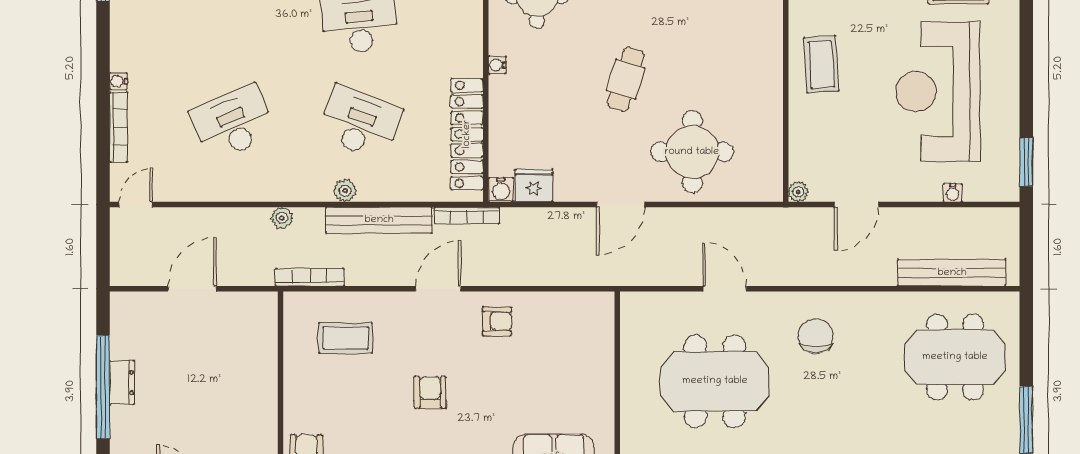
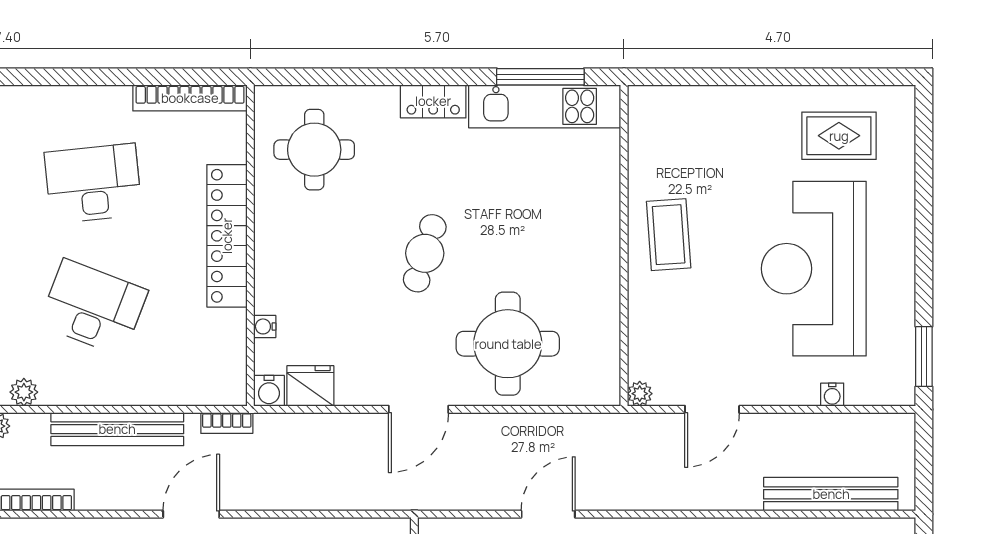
water cooler: (497, 65) -> (265, 326), moved
locker: (467, 134) -> (227, 236), moved
plant: (345, 191) -> (24, 392), moved
bookcase: (467, 215) -> (227, 423), width x0.64
door: (725, 289) -> (548, 514), hinge flipped

